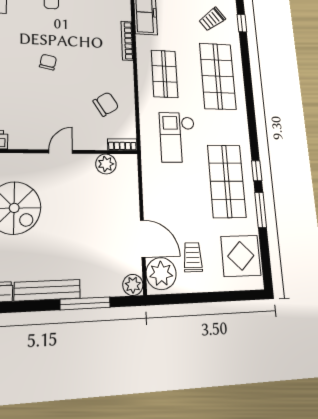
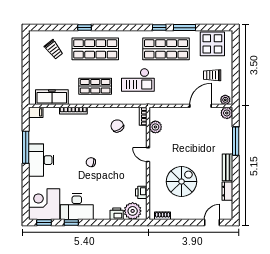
window: (242, 23) -> (85, 28), moved
plant: (161, 274) -> (225, 100), width x0.53, depth x0.53
bench: (47, 290) -> (228, 167), width x0.73

